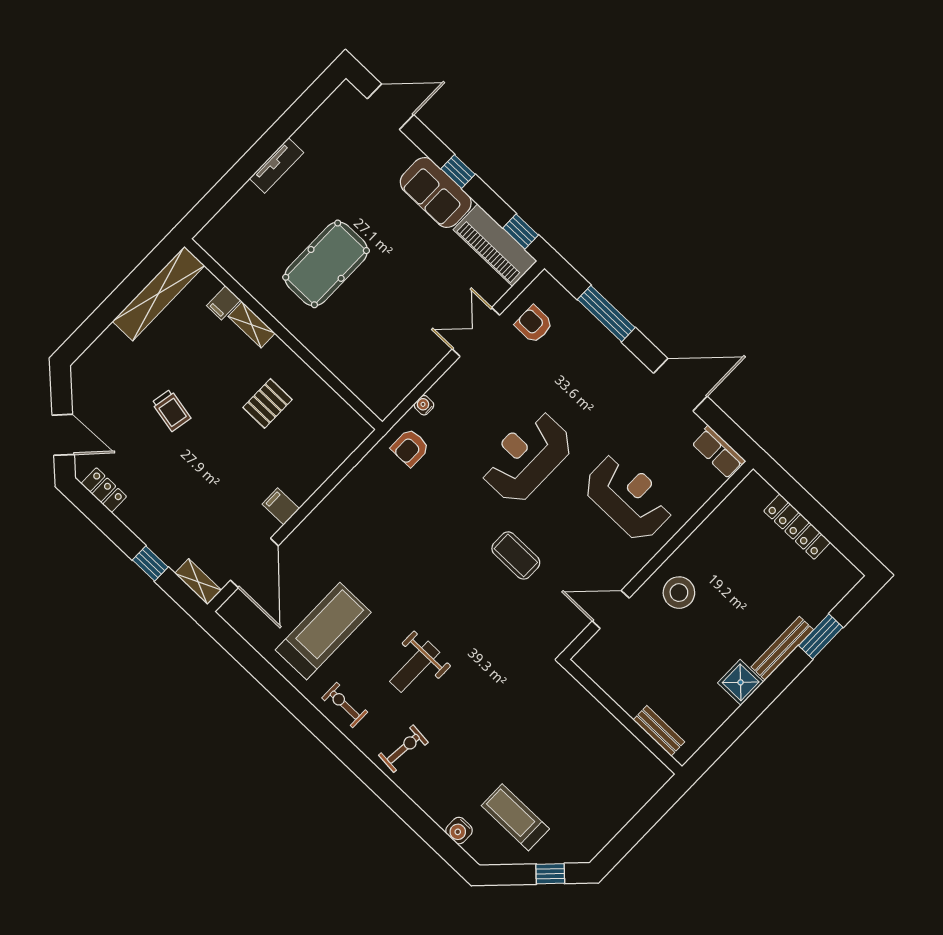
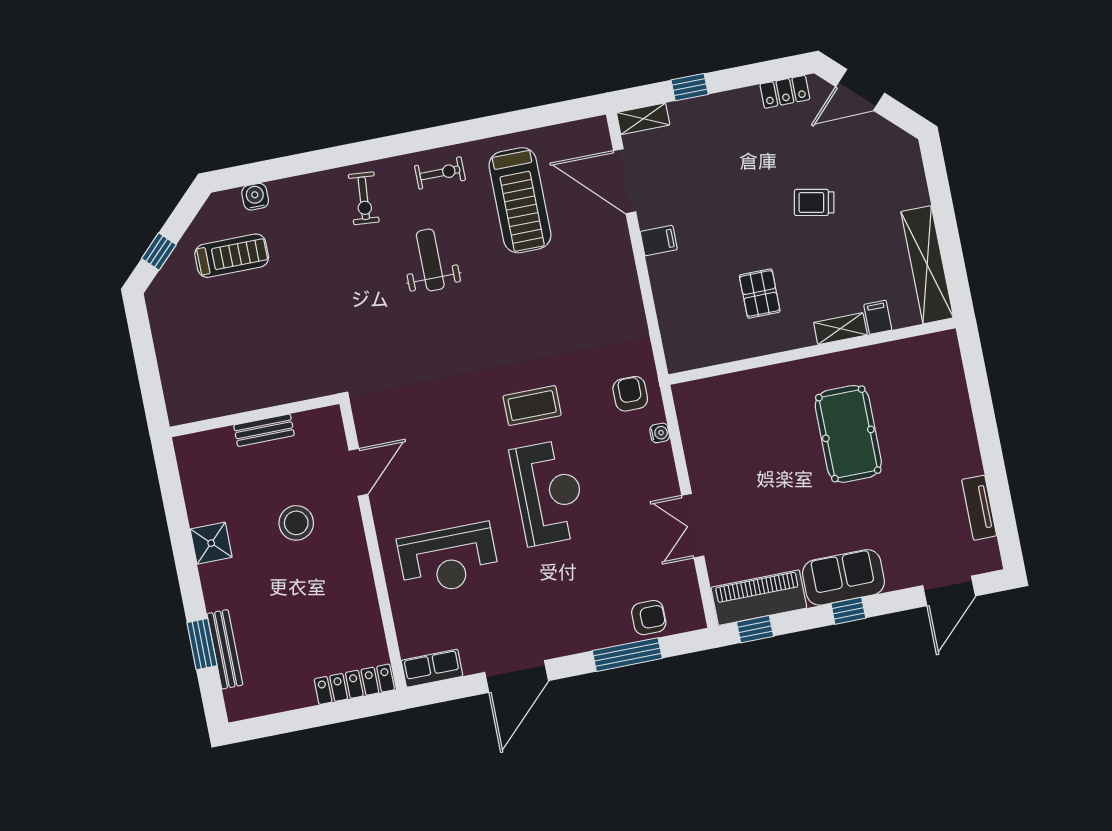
tv unit: (276, 166) -> (979, 508), moved
armchair: (534, 324) -> (649, 618), moved
double door: (476, 332) -> (693, 526), swing flipped
locker: (797, 527) -> (354, 684), moved
coffee table: (516, 555) -> (532, 406), moved
stool: (679, 593) -> (296, 523), moved
bench: (782, 648) -> (225, 649), moved
bench: (659, 731) -> (264, 430), moved

